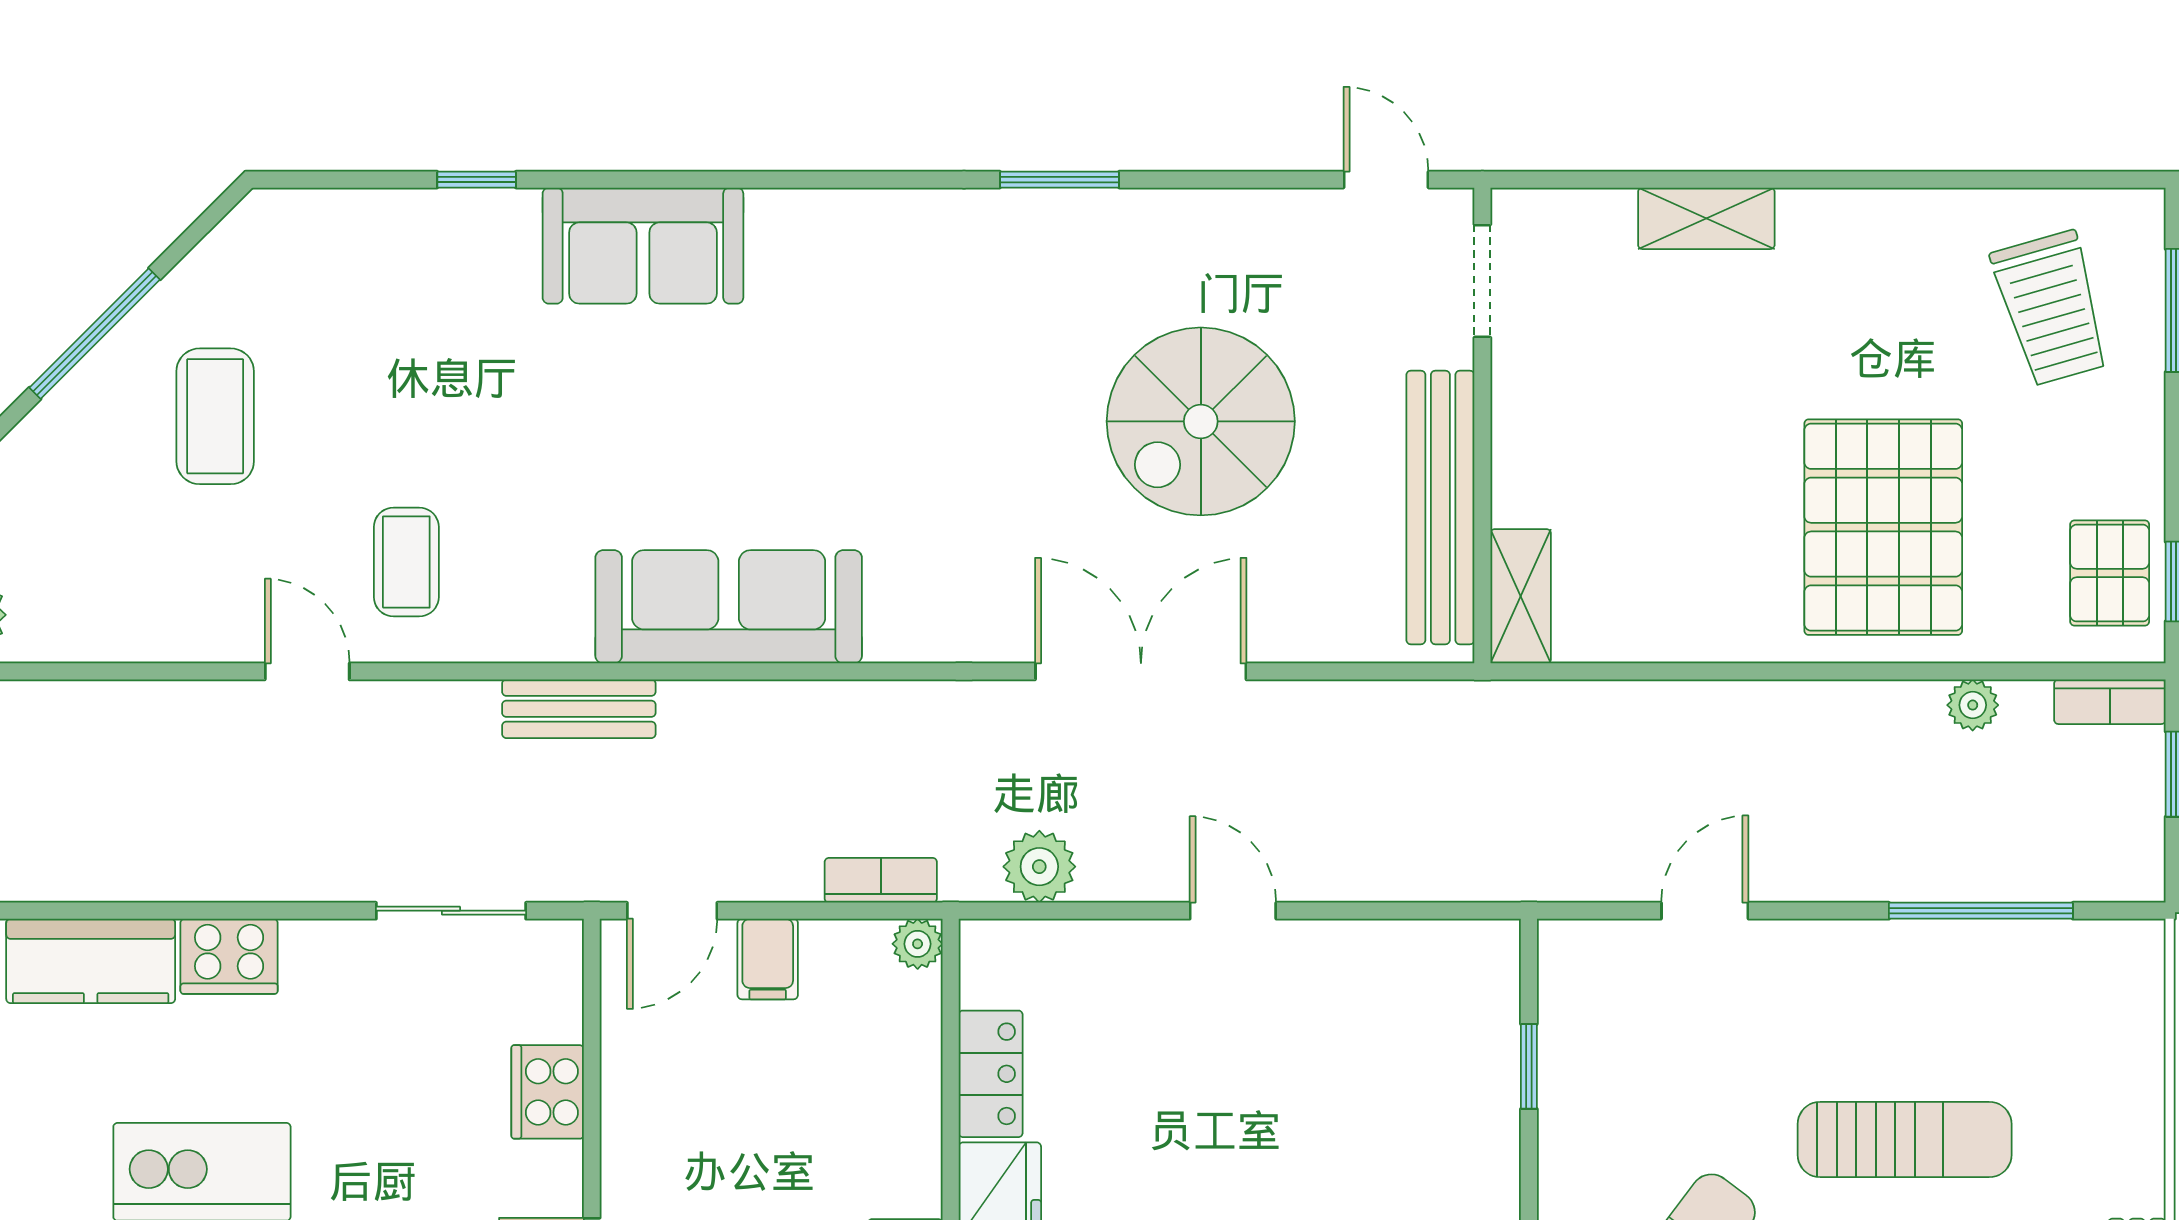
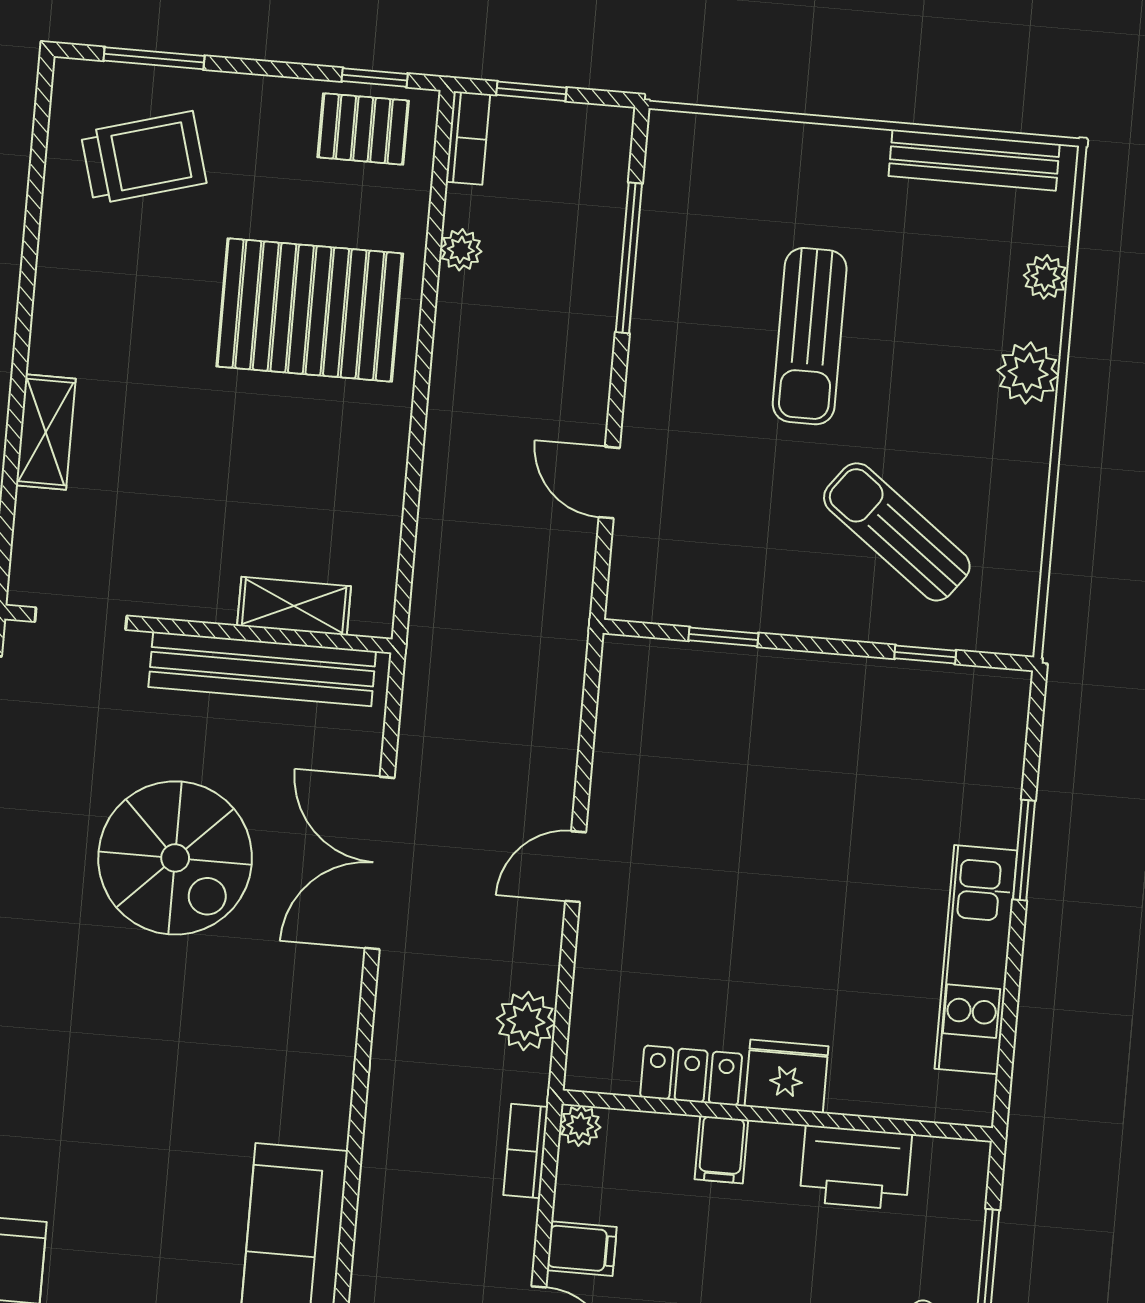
shelving: (1521, 596) -> (294, 606), moved
double door: (1141, 671) -> (380, 863), moved
filing cabinet: (903, 1119) -> (721, 1150), added
sun lounger: (1905, 1139) -> (810, 336), turned 180

